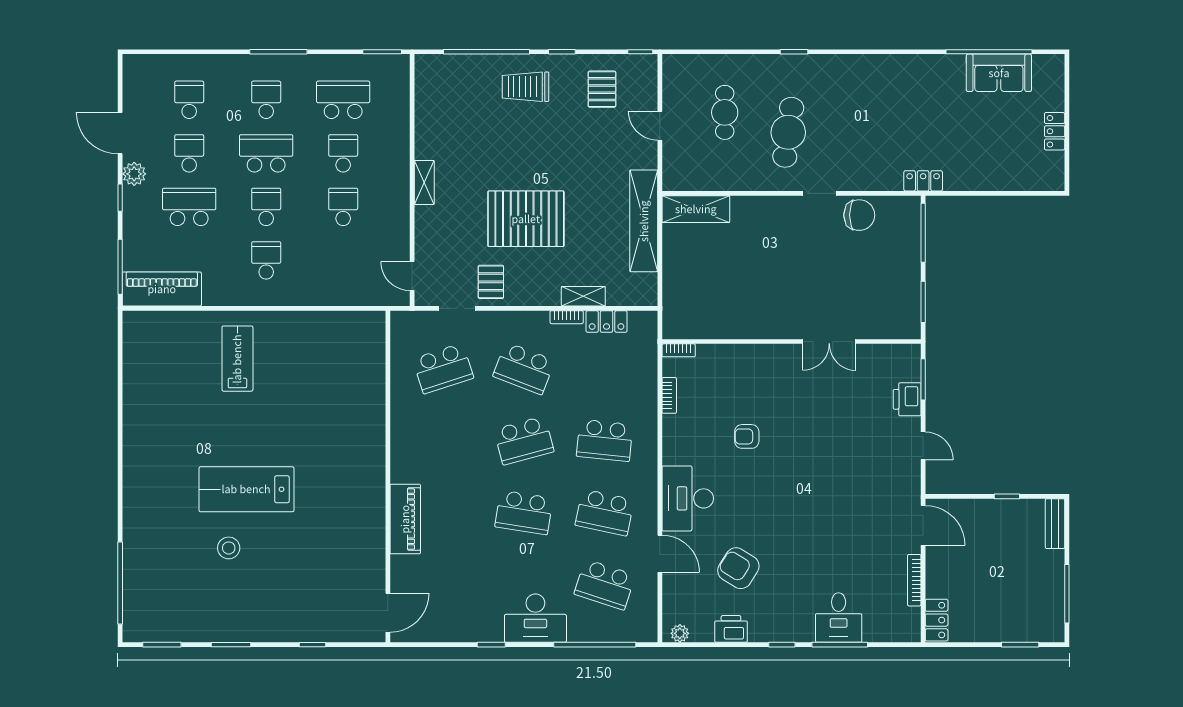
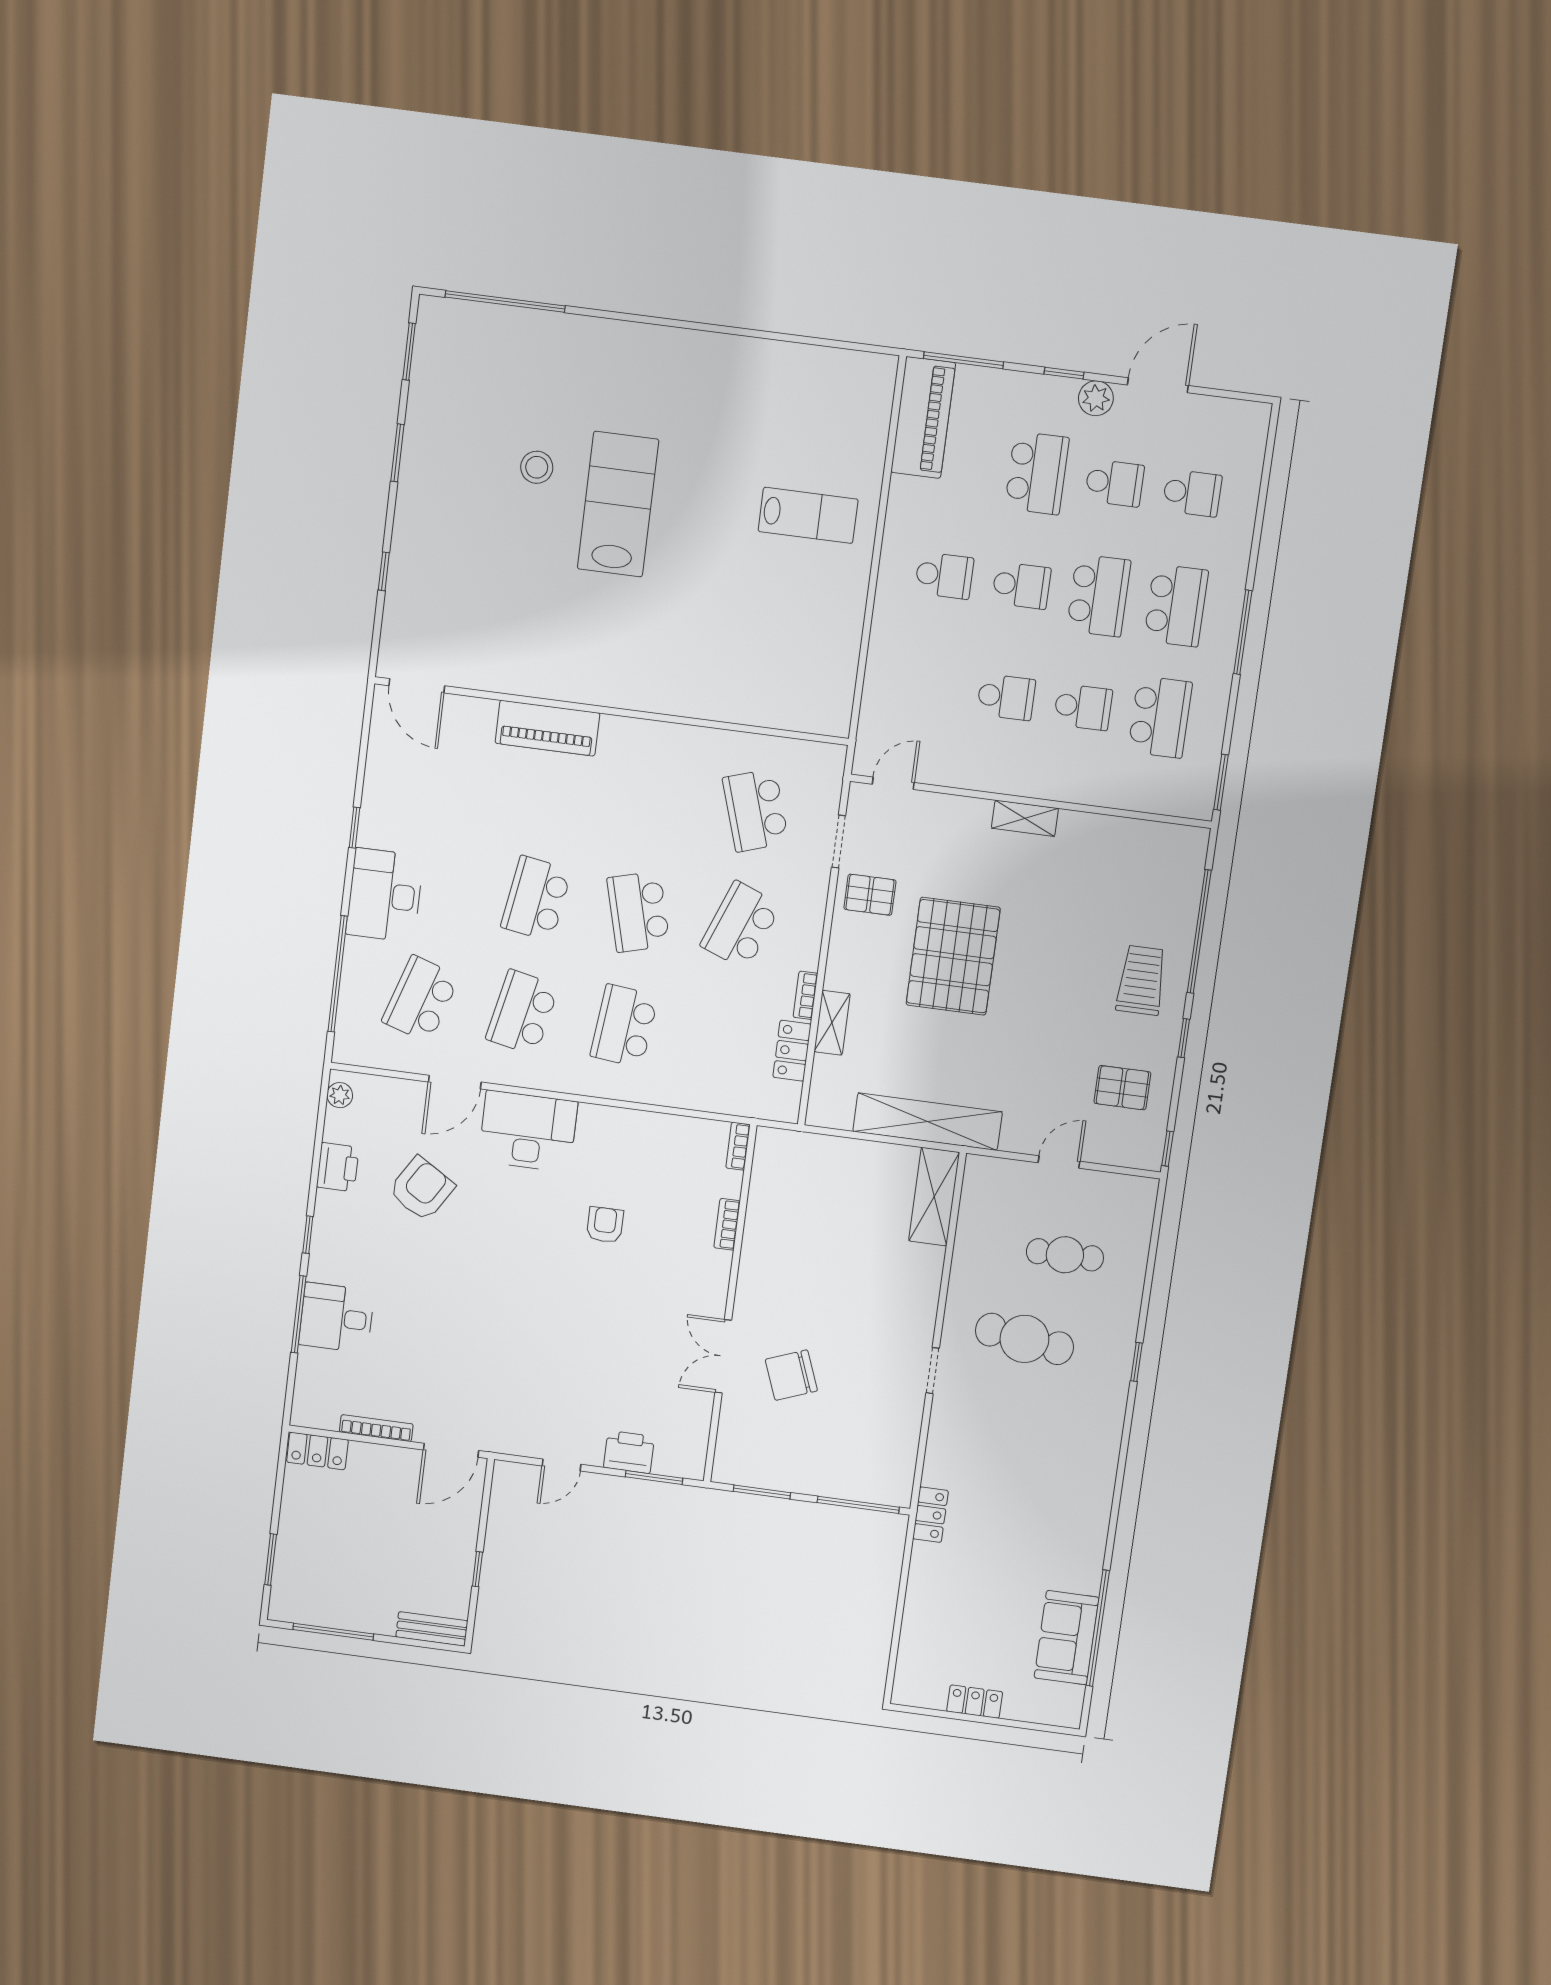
school desk: (266, 100) -> (1176, 605), width x1.85
chair: (859, 215) -> (791, 1375), moved, turned 69
bookcase: (669, 395) -> (727, 1224), moved, turned 90

